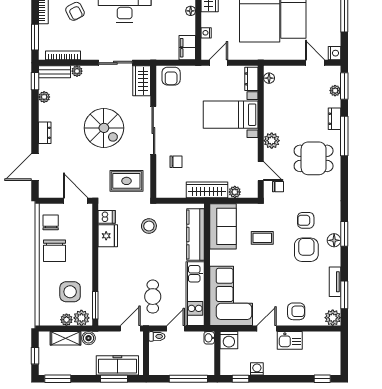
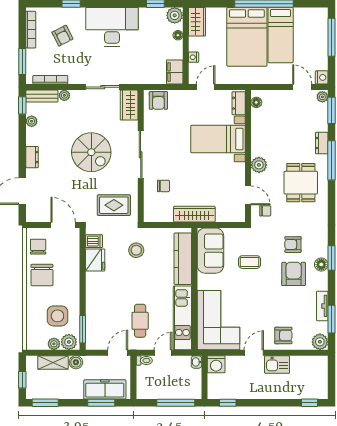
plant: (335, 91) -> (322, 97), moved
dining table: (314, 158) -> (301, 183), turned 90
plant: (235, 192) -> (222, 216), removed
washing machine: (257, 369) -> (244, 393), removed

